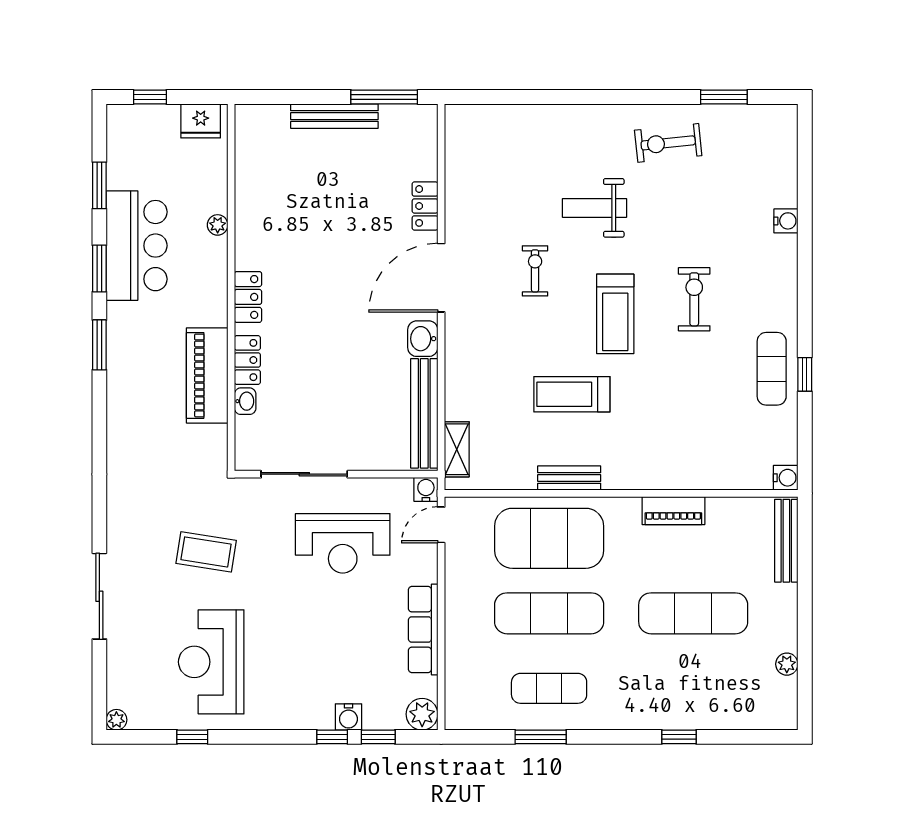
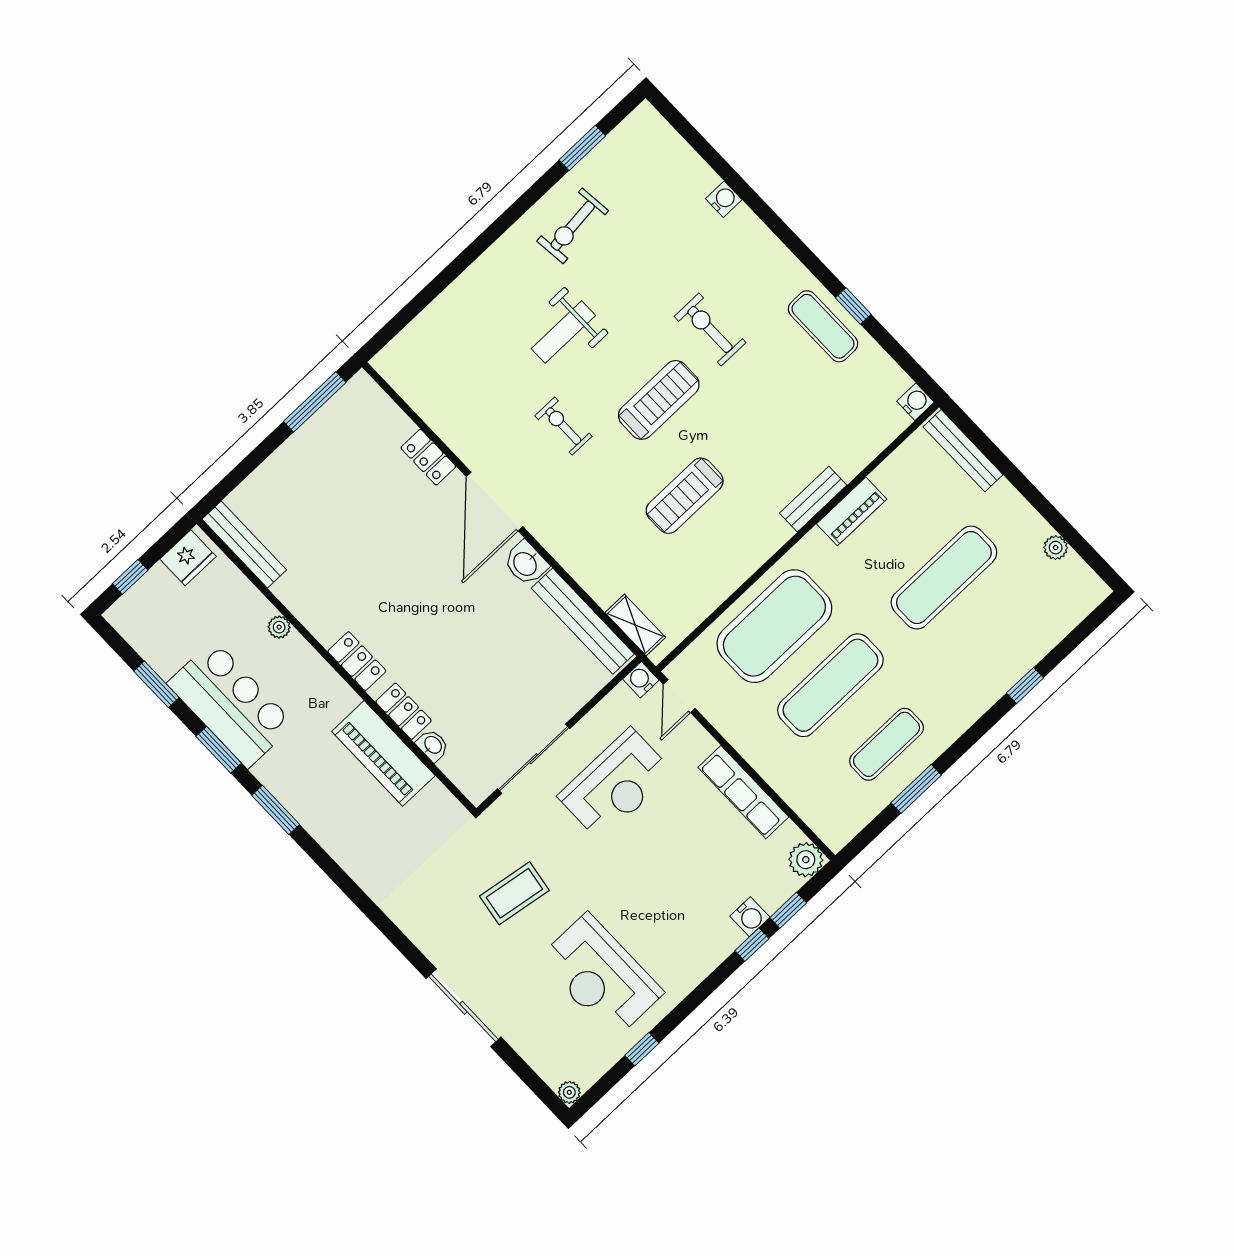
bench: (334, 116) -> (244, 544), moved, turned 90
treadmill: (615, 314) -> (659, 400), turned -90
bench: (569, 478) -> (813, 499), moved

